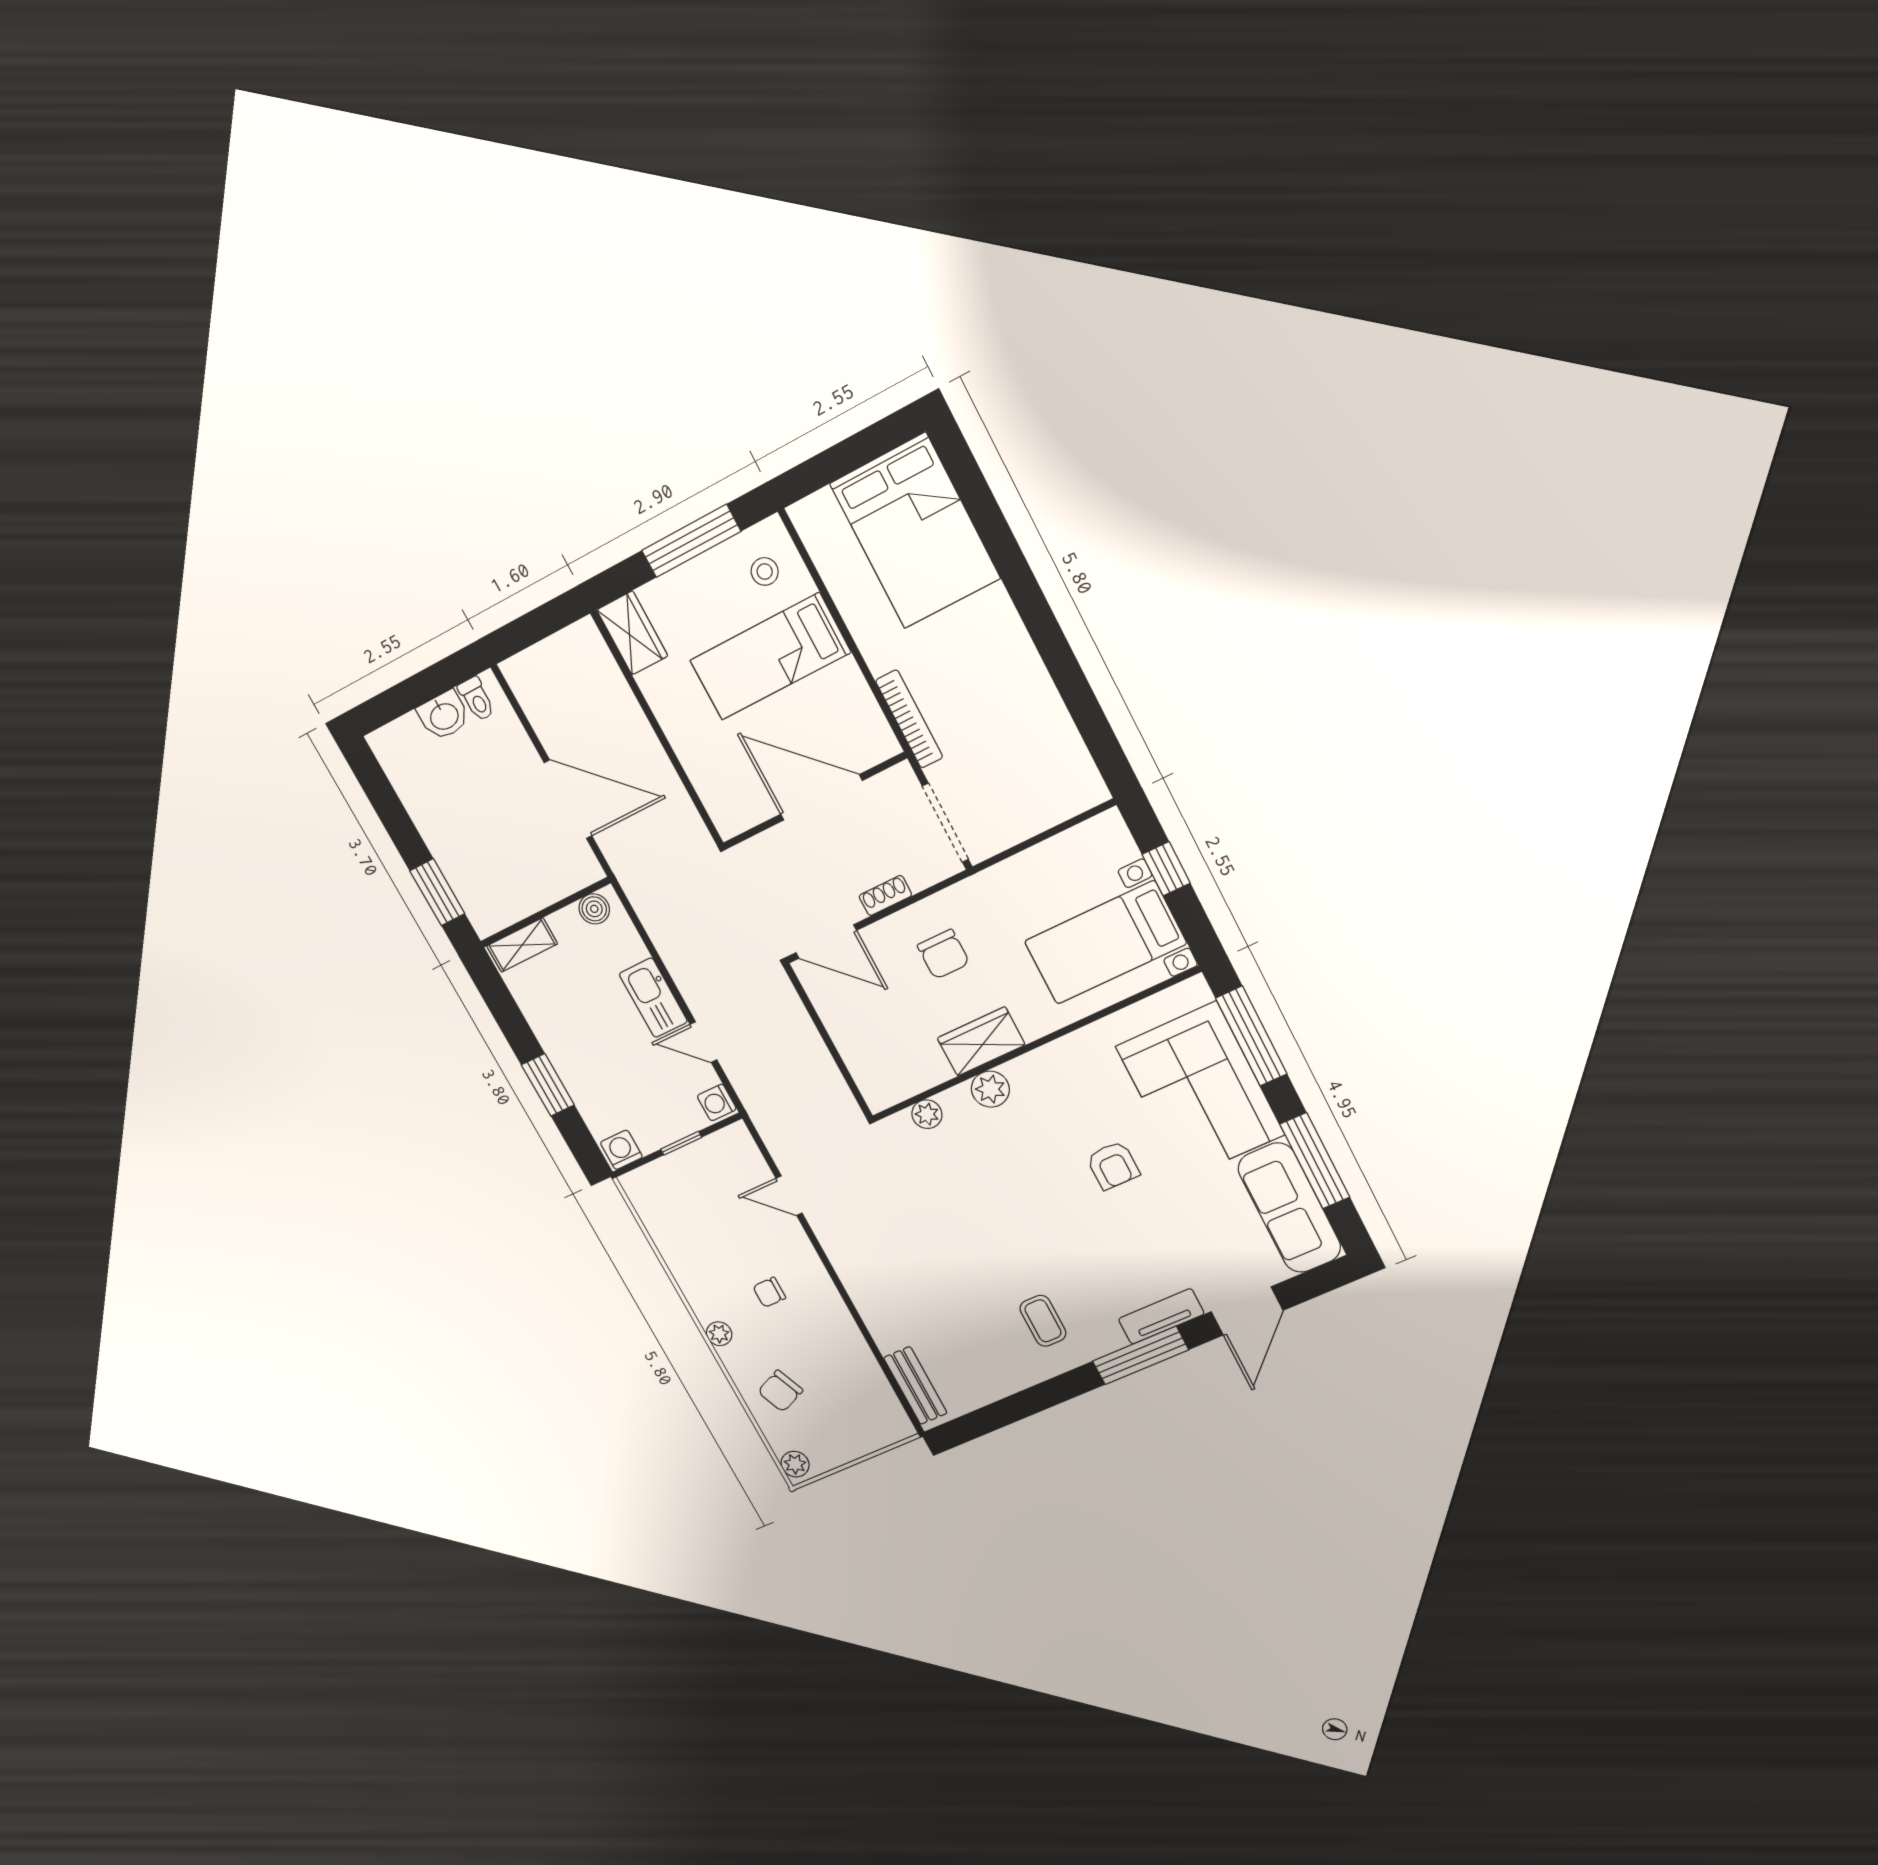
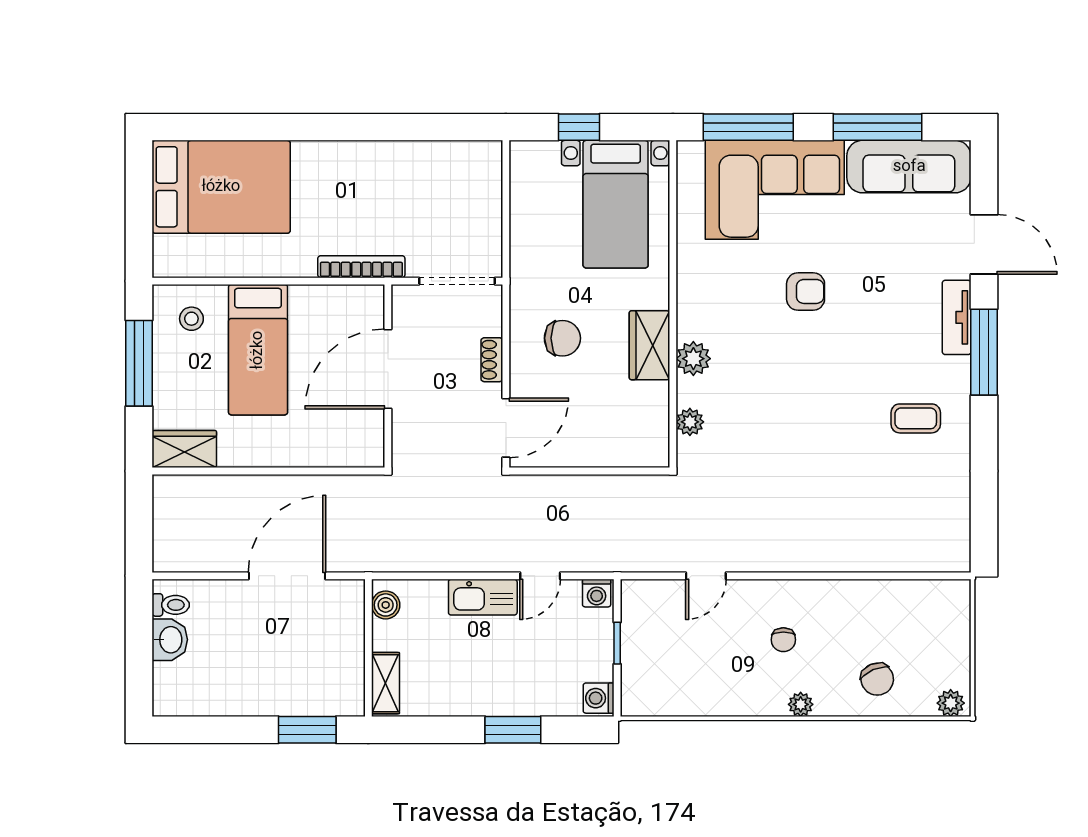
bench: (915, 1385) -> (925, 558), removed

